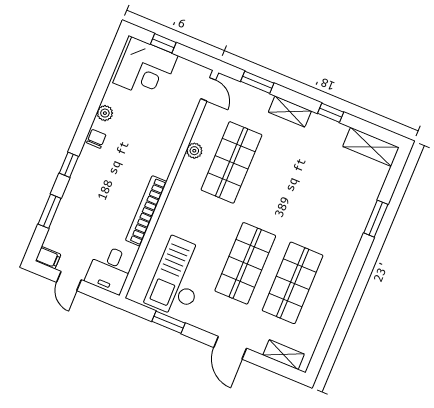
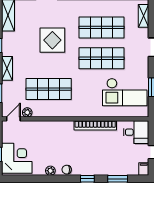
plant: (194, 151) -> (27, 112), moved
display table: (304, 199) -> (52, 40), added

